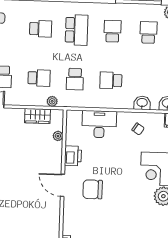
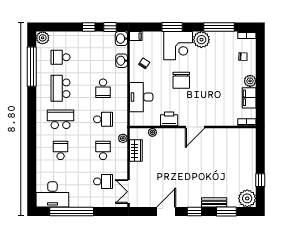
school desk: (112, 31) -> (61, 88), width x1.85
chair: (93, 189) -> (181, 80), moved

